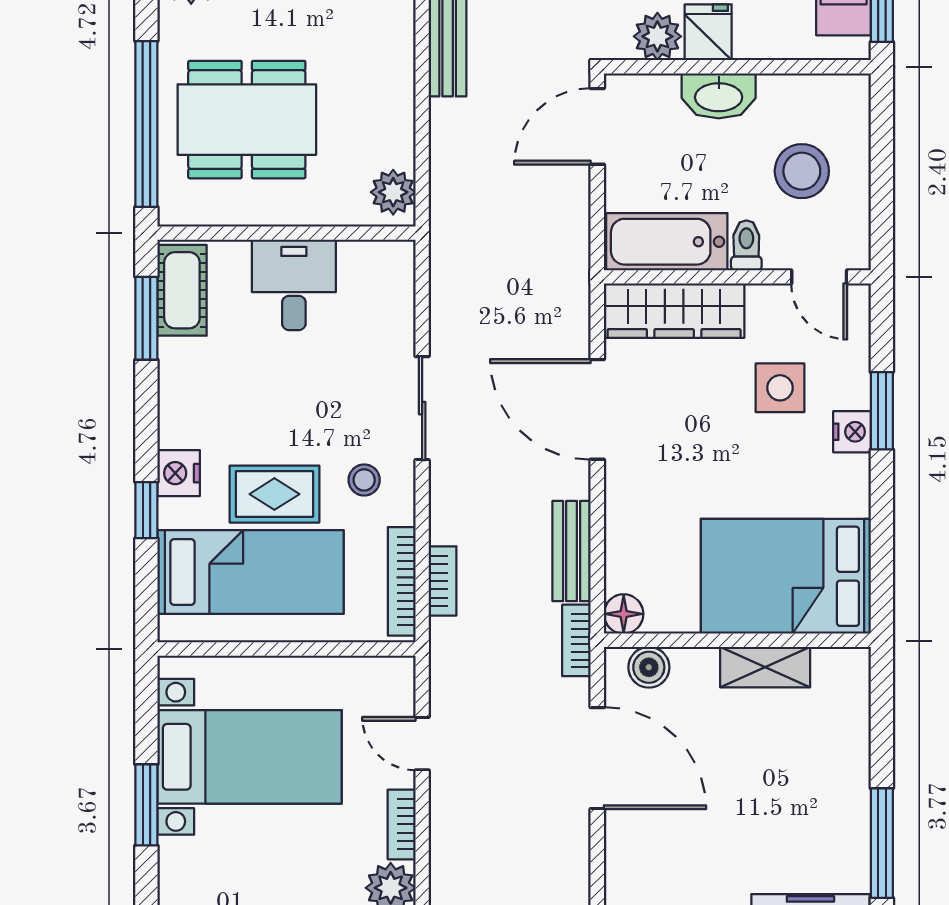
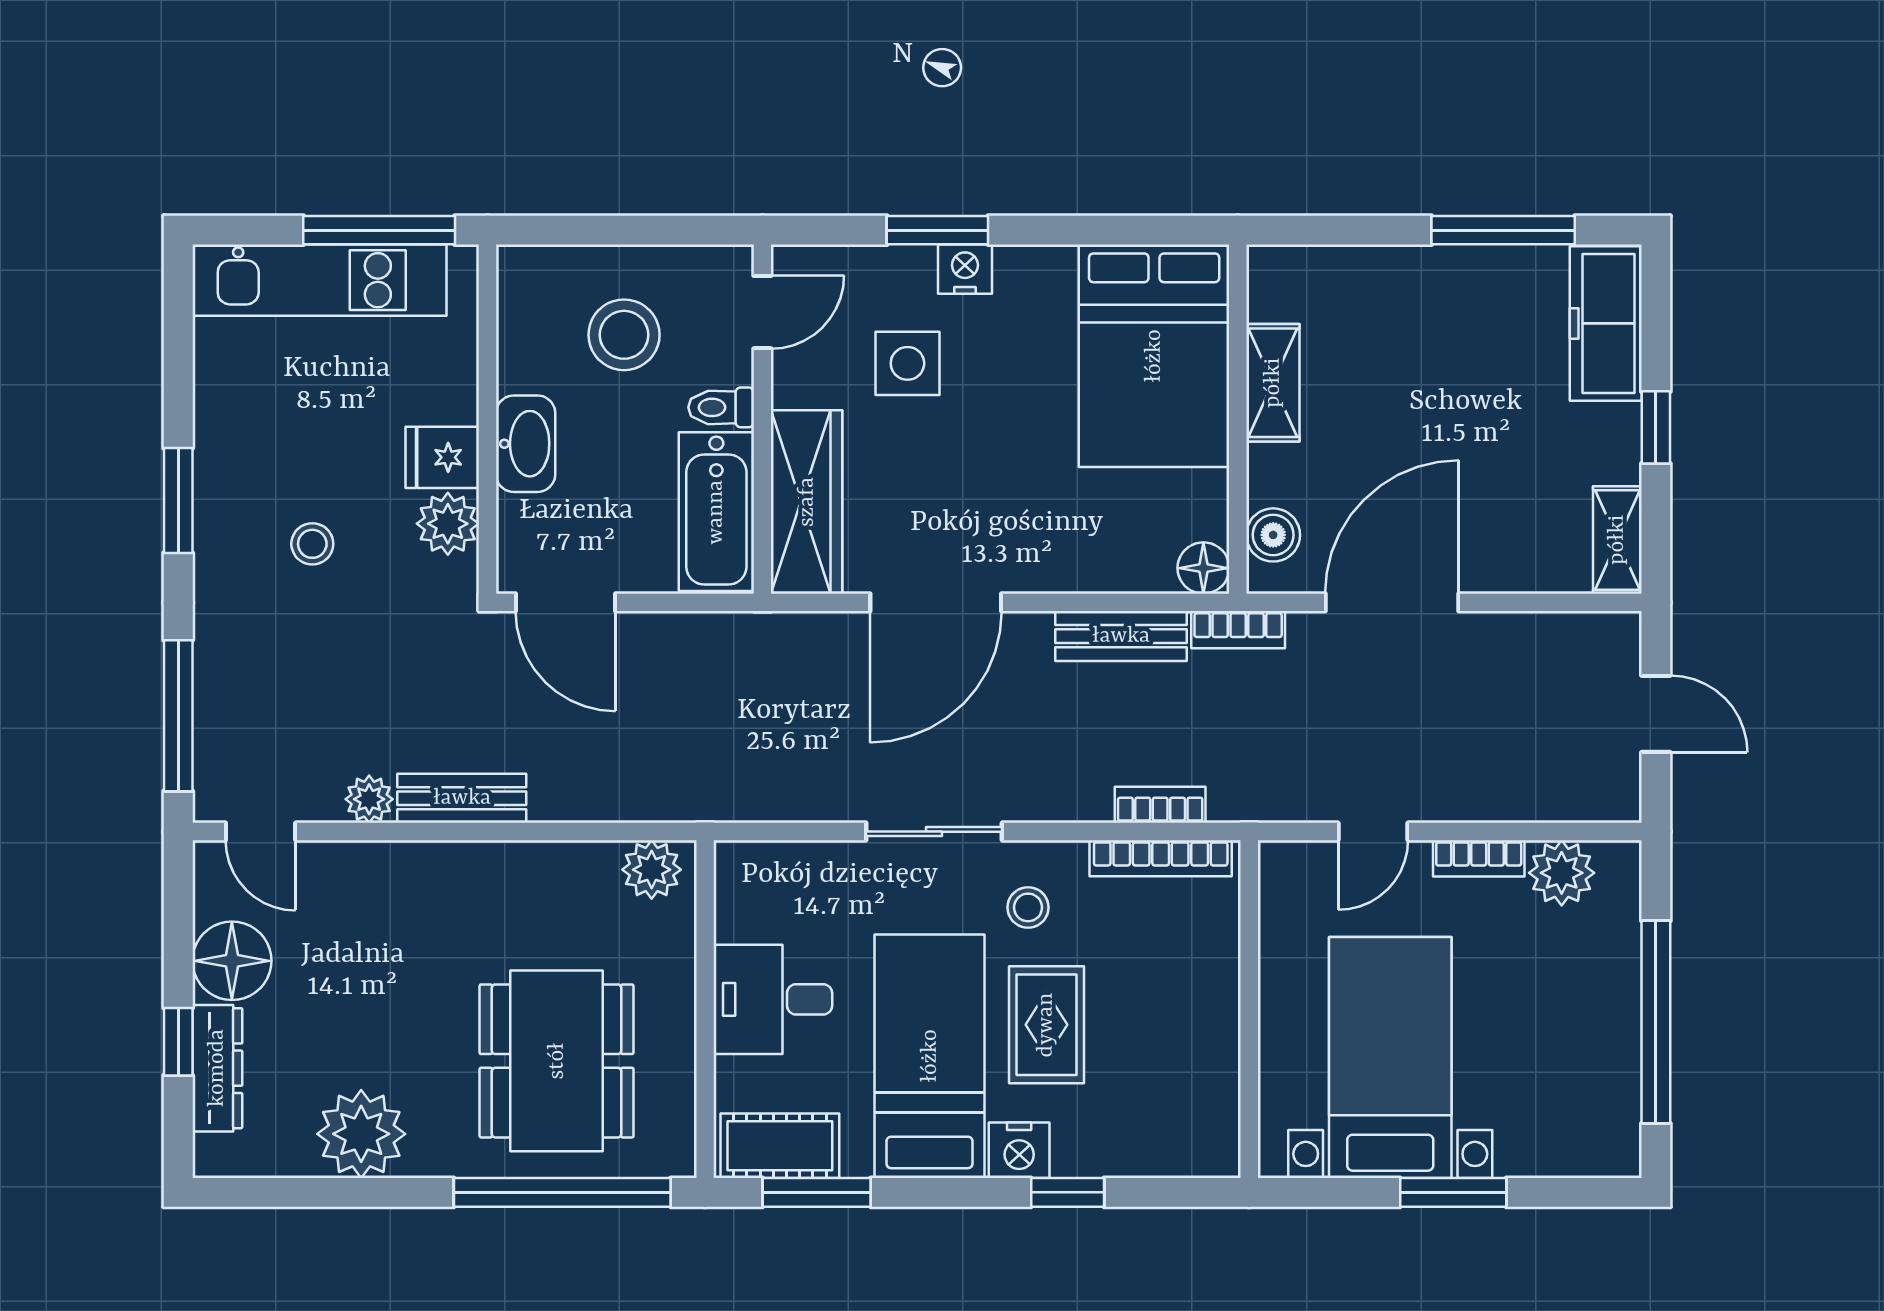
bed: (250, 572) -> (930, 1056), moved

